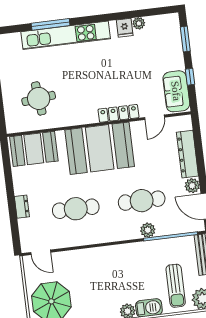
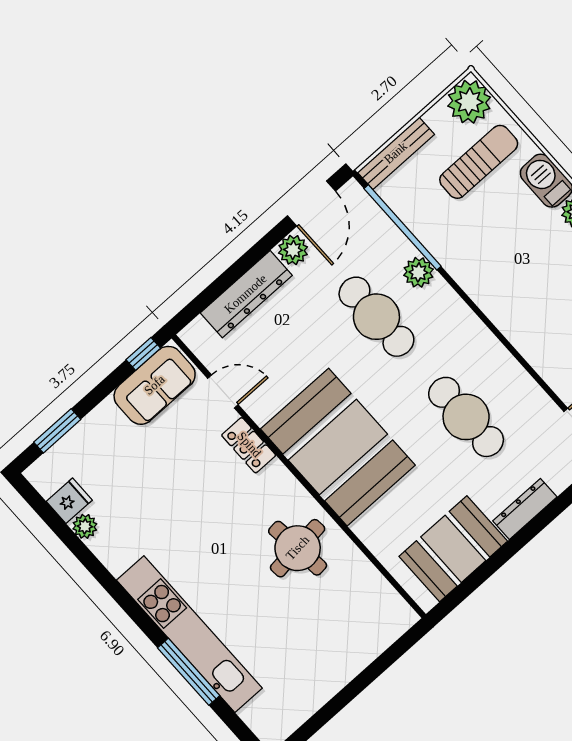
fridge: (125, 28) -> (69, 501), moved
window: (190, 77) -> (143, 354), moved
round table: (39, 98) -> (298, 548), moved
locker: (118, 113) -> (249, 445), width x0.66
booth: (34, 149) -> (453, 549), moved, turned 90
dresser: (22, 207) -> (525, 509), width x1.44

